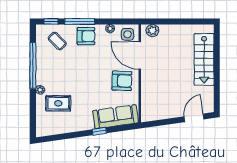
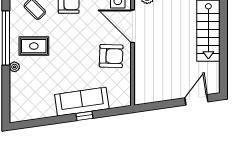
rug: (58, 103) -> (34, 46), moved
sofa: (116, 117) -> (82, 102), moved

